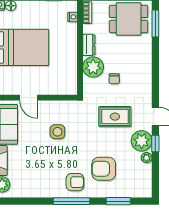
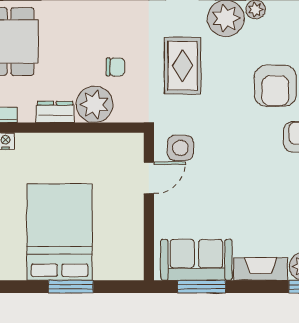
door: (29, 98) -> (149, 178), moved
side table: (57, 132) -> (180, 148), moved

